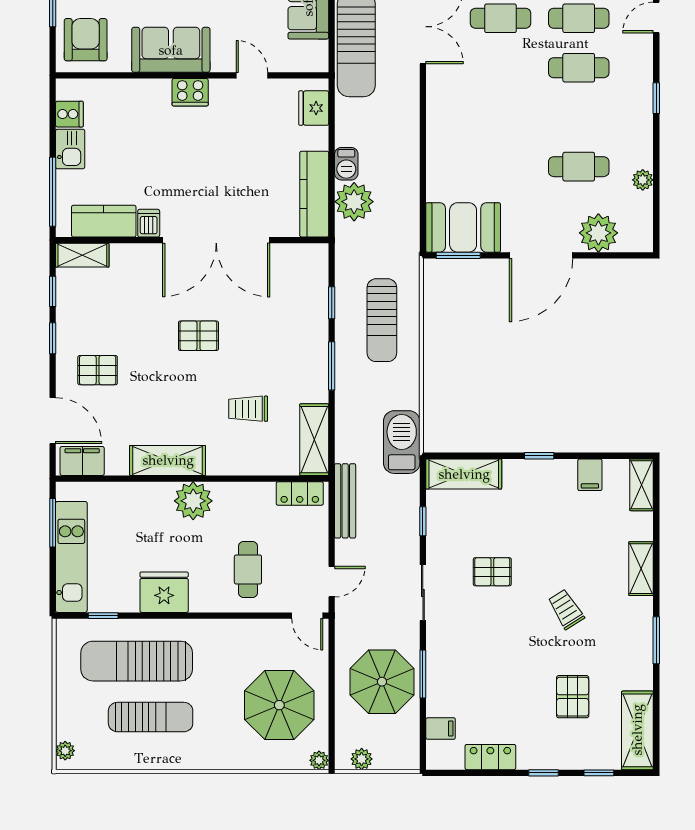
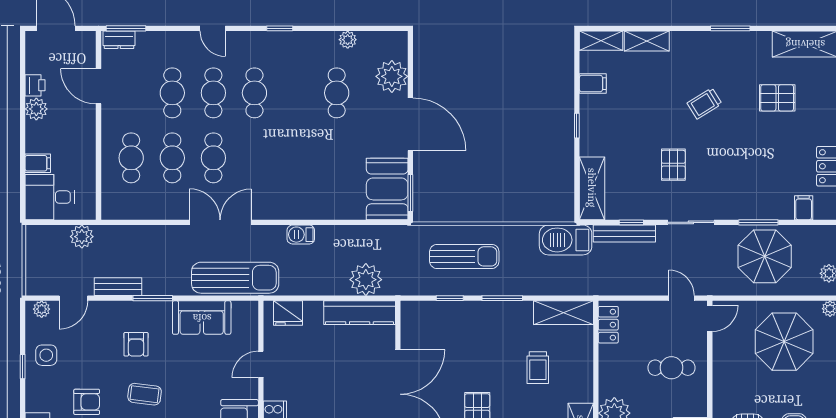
barbecue: (346, 164) -> (301, 235), moved, turned 180
bench: (345, 501) -> (624, 234), moved
shelving: (641, 569) -> (647, 41), moved

